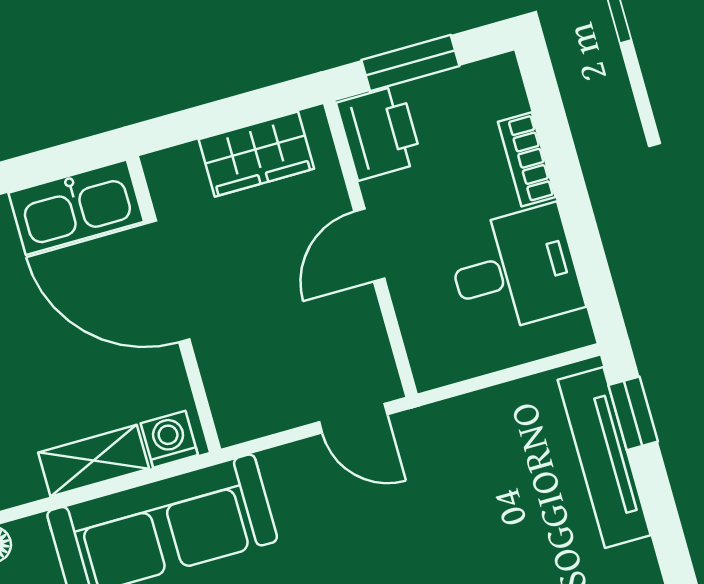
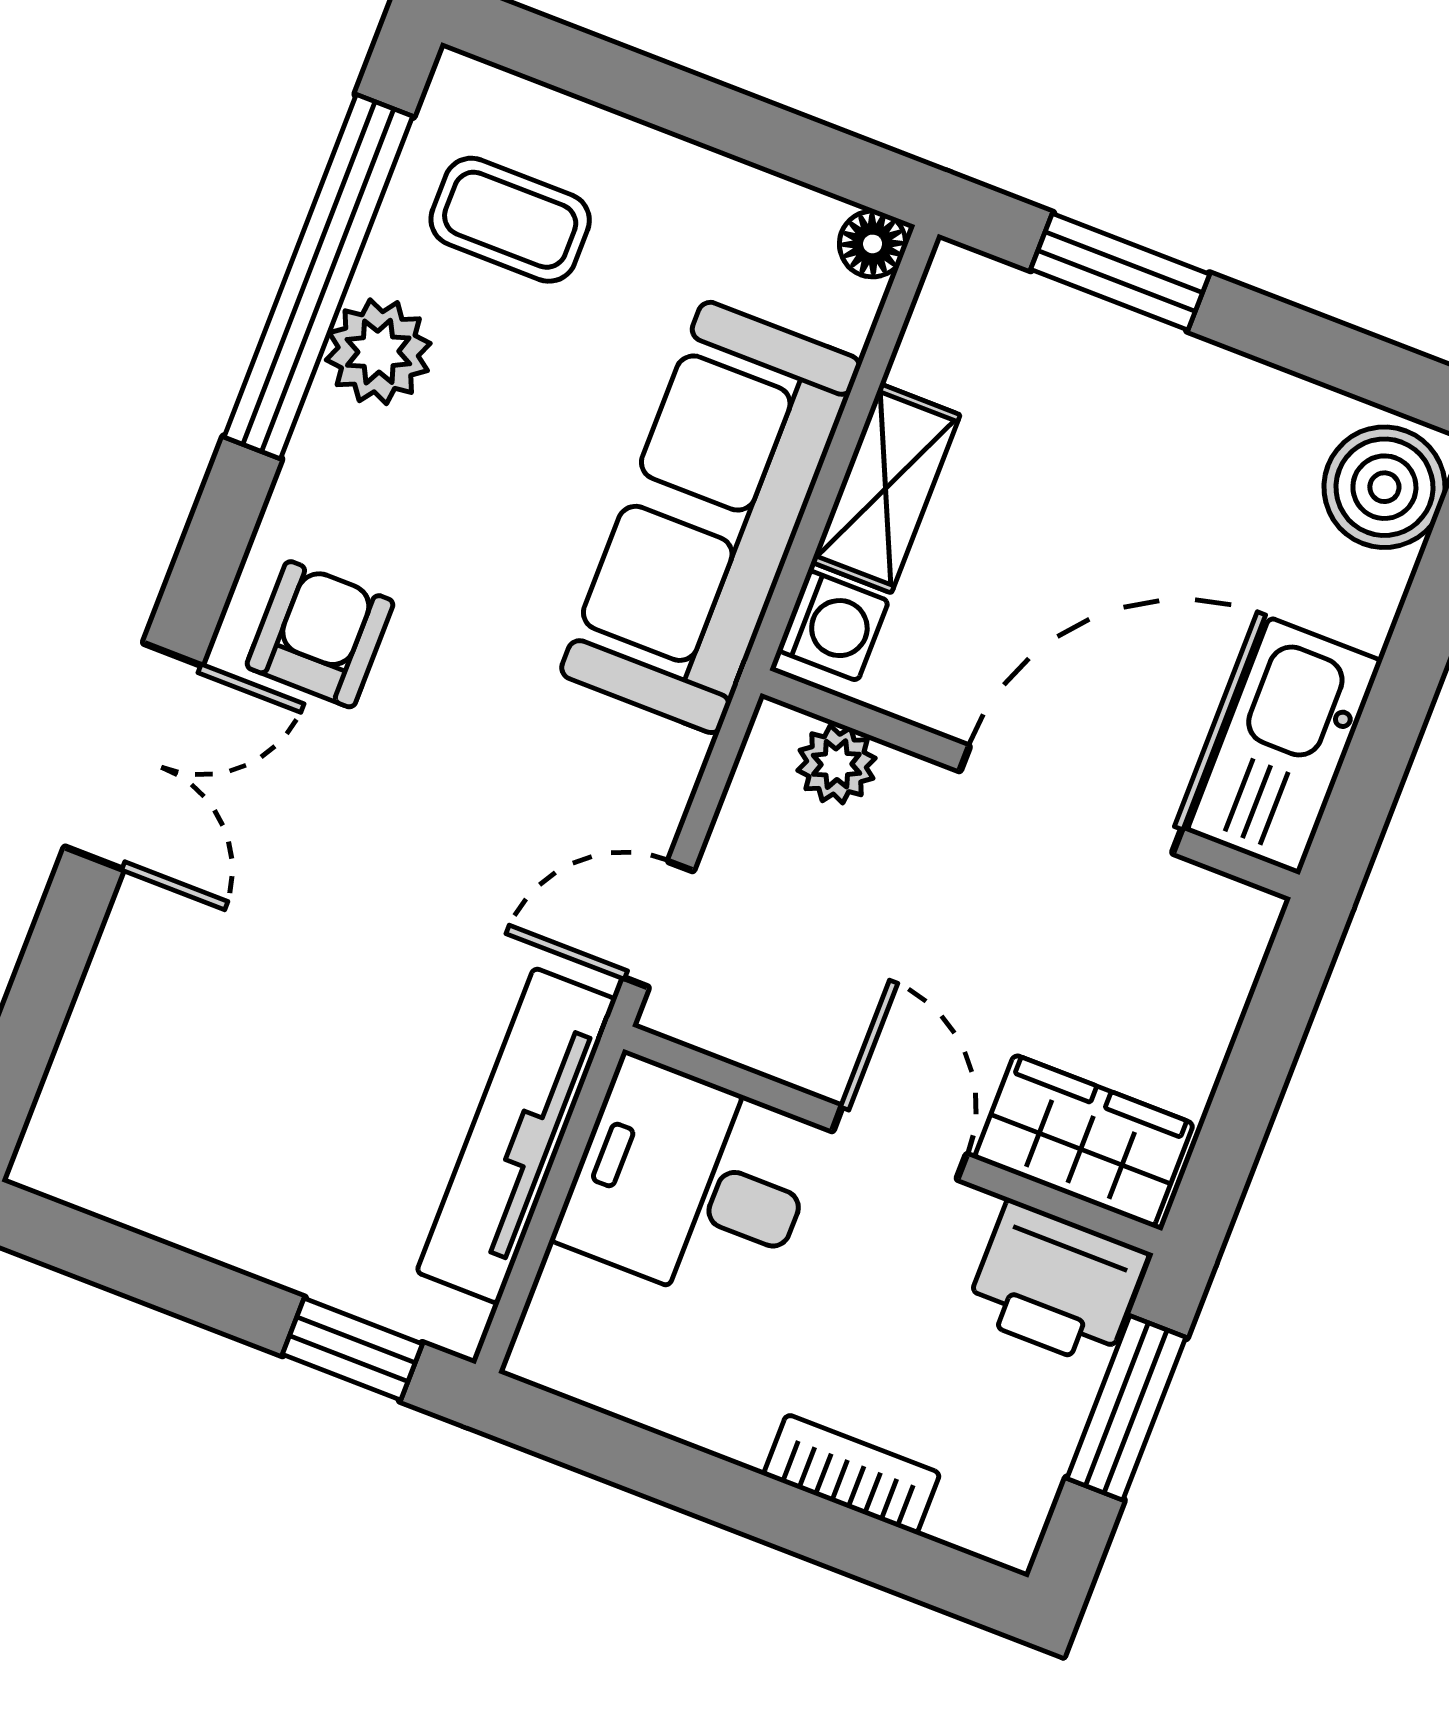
wardrobe: (256, 154) -> (1084, 1141), moved, turned 90
desk: (515, 270) -> (690, 1184), moved, turned 90
plant: (228, 393) -> (836, 764), added
tv unit: (604, 458) -> (516, 1136), moved, turned -90

